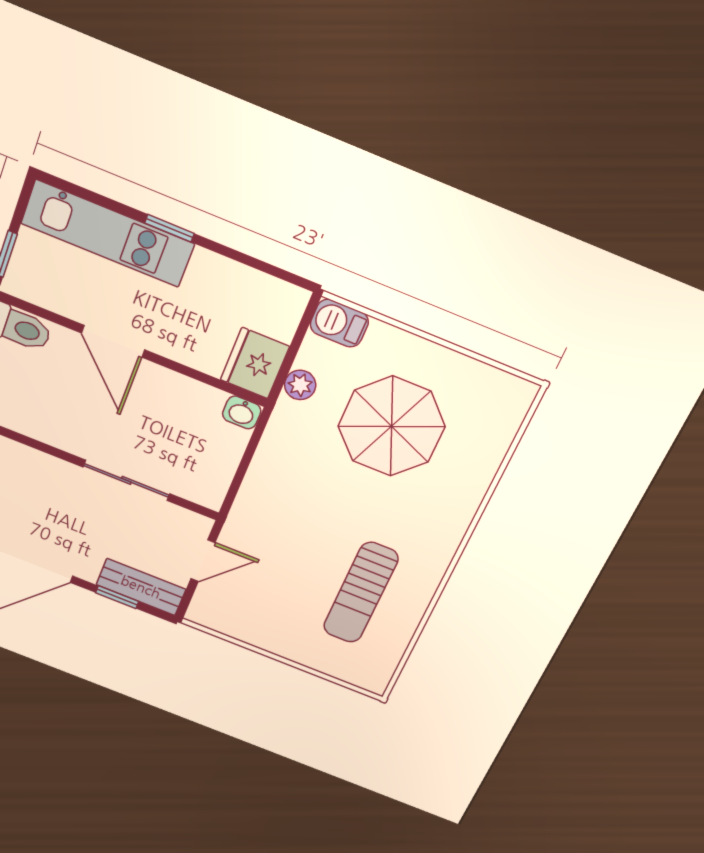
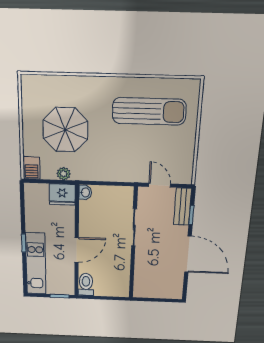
sun lounger: (361, 593) -> (149, 111), width x1.36, depth x1.34

